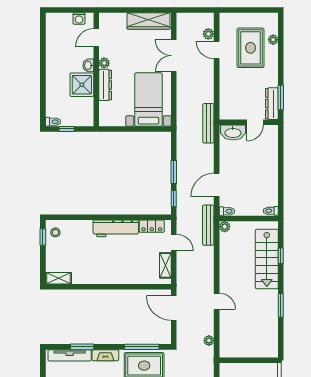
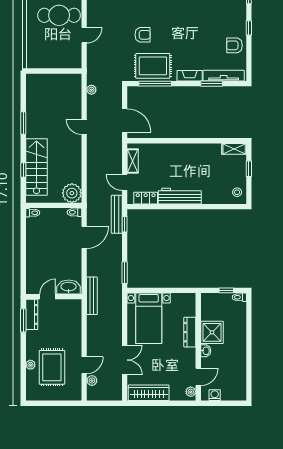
plant: (273, 40) -> (30, 365), moved
door: (217, 50) -> (84, 365), hinge flipped
plant: (104, 63) -> (191, 392), moved
window: (174, 172) -> (125, 273), moved
bench: (208, 225) -> (117, 214), moved
plant: (225, 227) -> (72, 193), width x1.88, depth x1.88
window: (43, 237) -> (249, 169), moved

